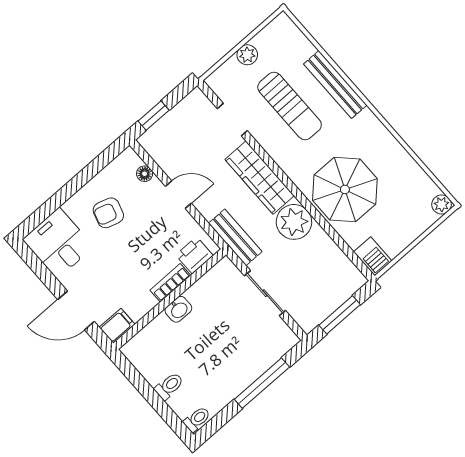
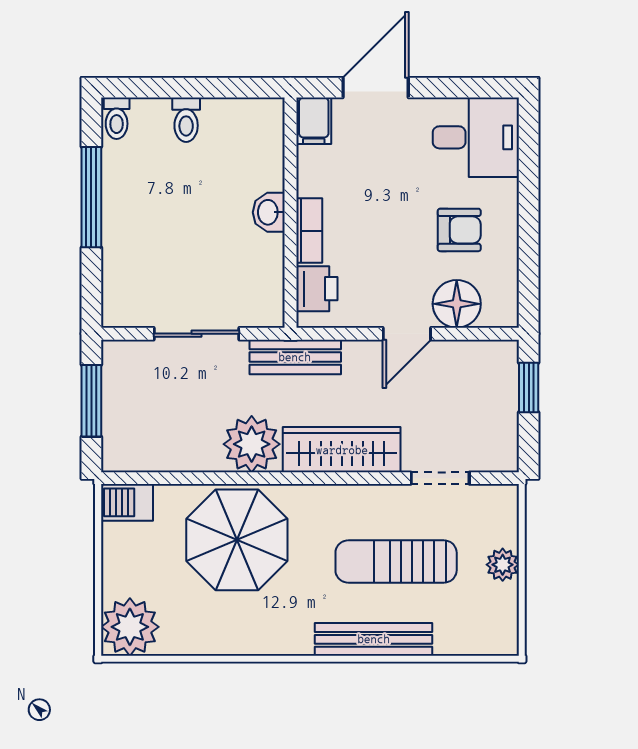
floor lamp: (145, 174) -> (457, 304), width x1.89, depth x1.89
plant: (442, 204) -> (130, 627), width x1.88, depth x1.88
armchair: (108, 213) -> (459, 230), turned 73
window: (262, 383) -> (91, 197), moved

